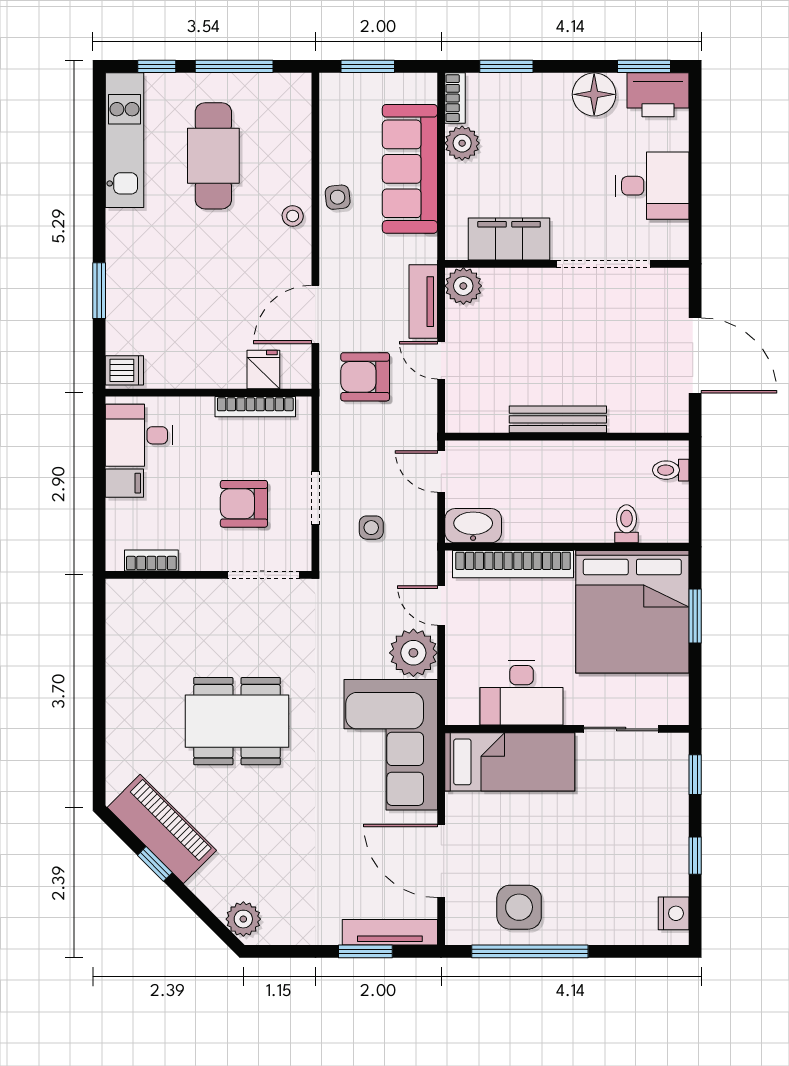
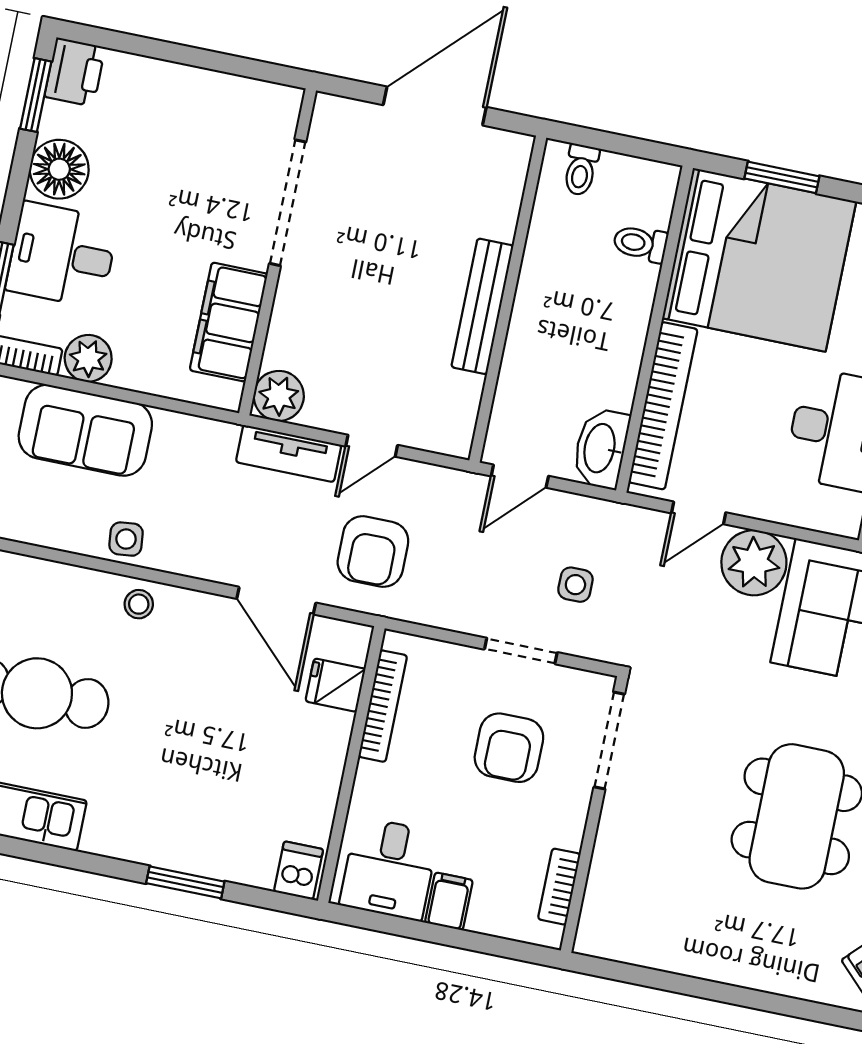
printer: (658, 95) -> (75, 72), width x0.73, depth x0.84
sofa: (410, 169) -> (85, 430), width x0.73
desk: (652, 186) -> (62, 255), moved, turned -90

